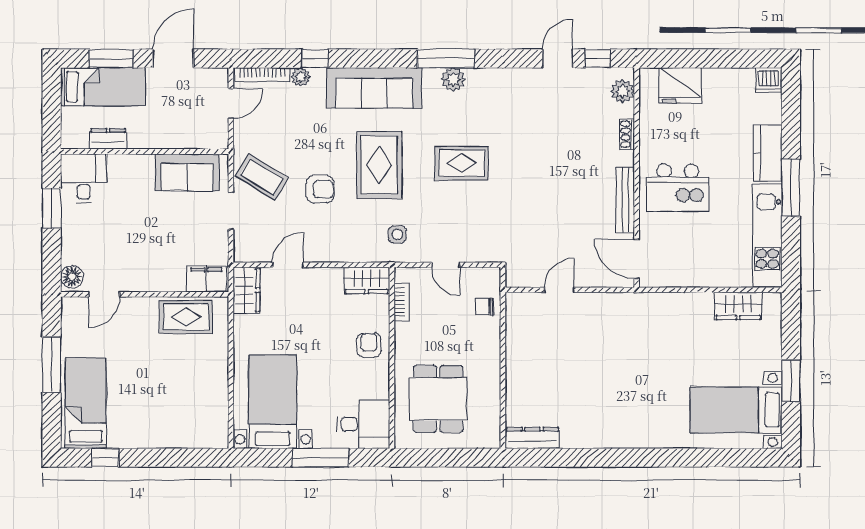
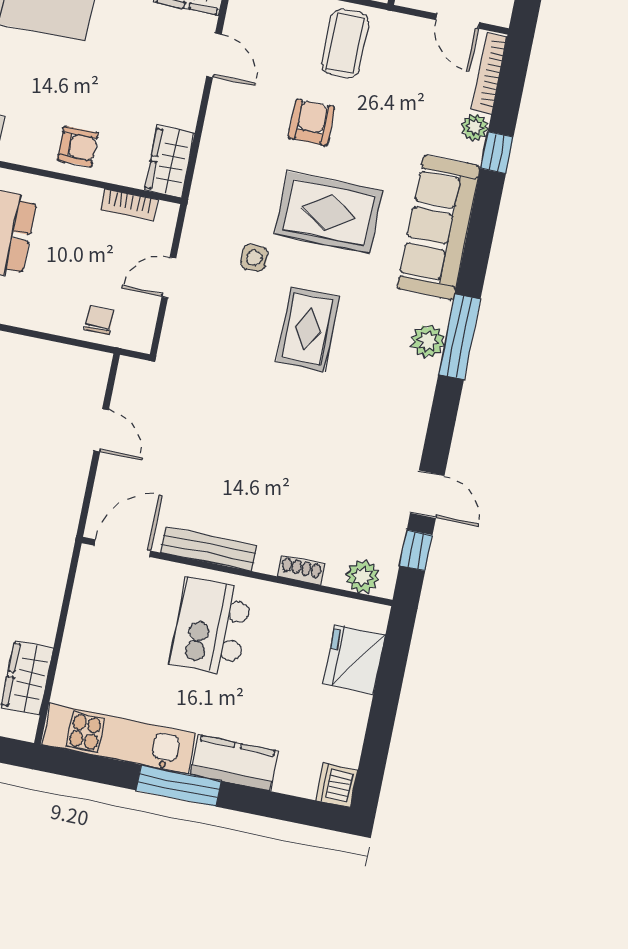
coffee table: (262, 177) -> (345, 43), turned -31
armchair: (320, 189) -> (311, 122), turned 180
side table: (397, 234) -> (254, 258), moved

